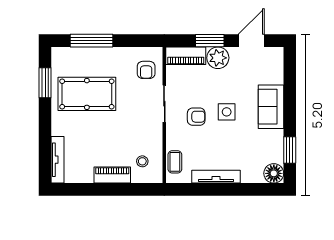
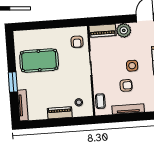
window: (92, 41) -> (40, 25), removed
window: (210, 41) -> (118, 20), removed
window: (45, 83) -> (13, 82), moved
armchair: (196, 117) -> (126, 85), moved

